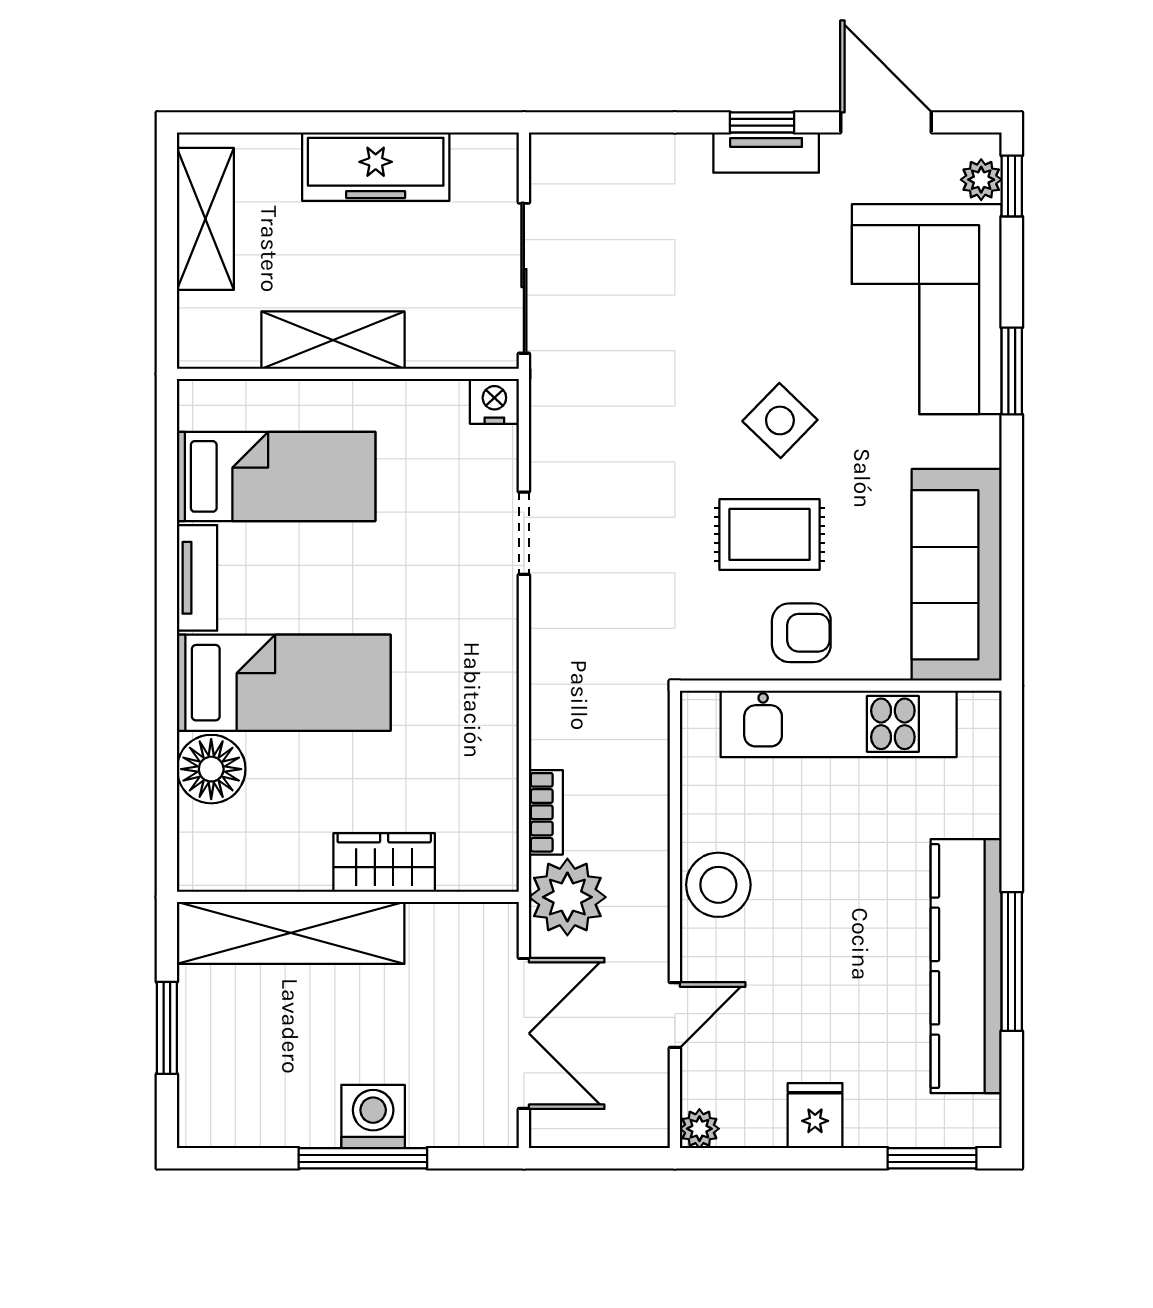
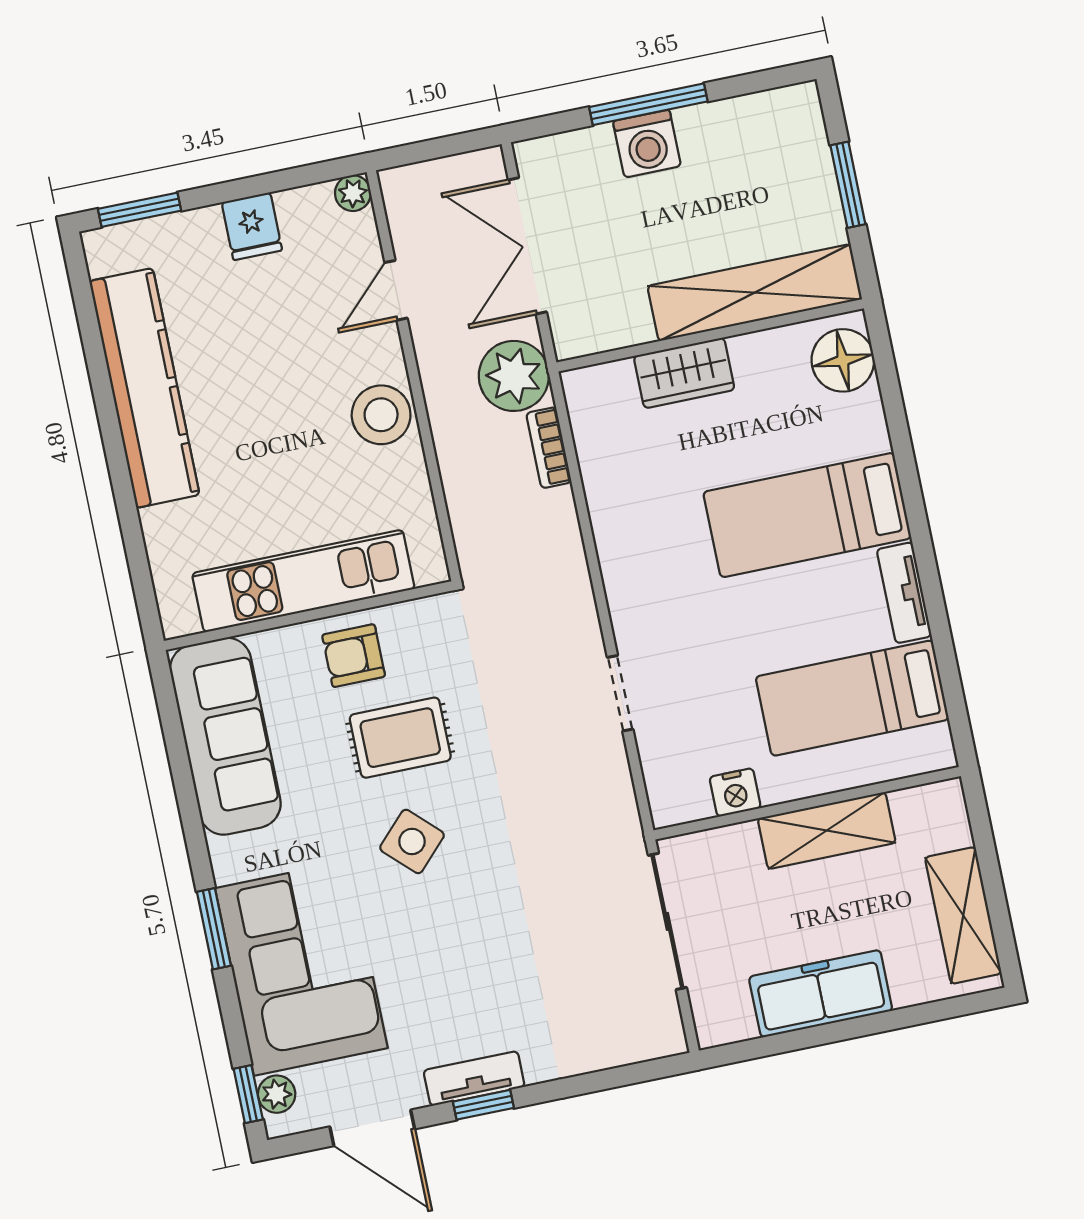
nightstand: (494, 401) -> (735, 792), moved
floor lamp: (211, 769) -> (843, 360), moved
window: (1012, 961) -> (105, 401), removed

